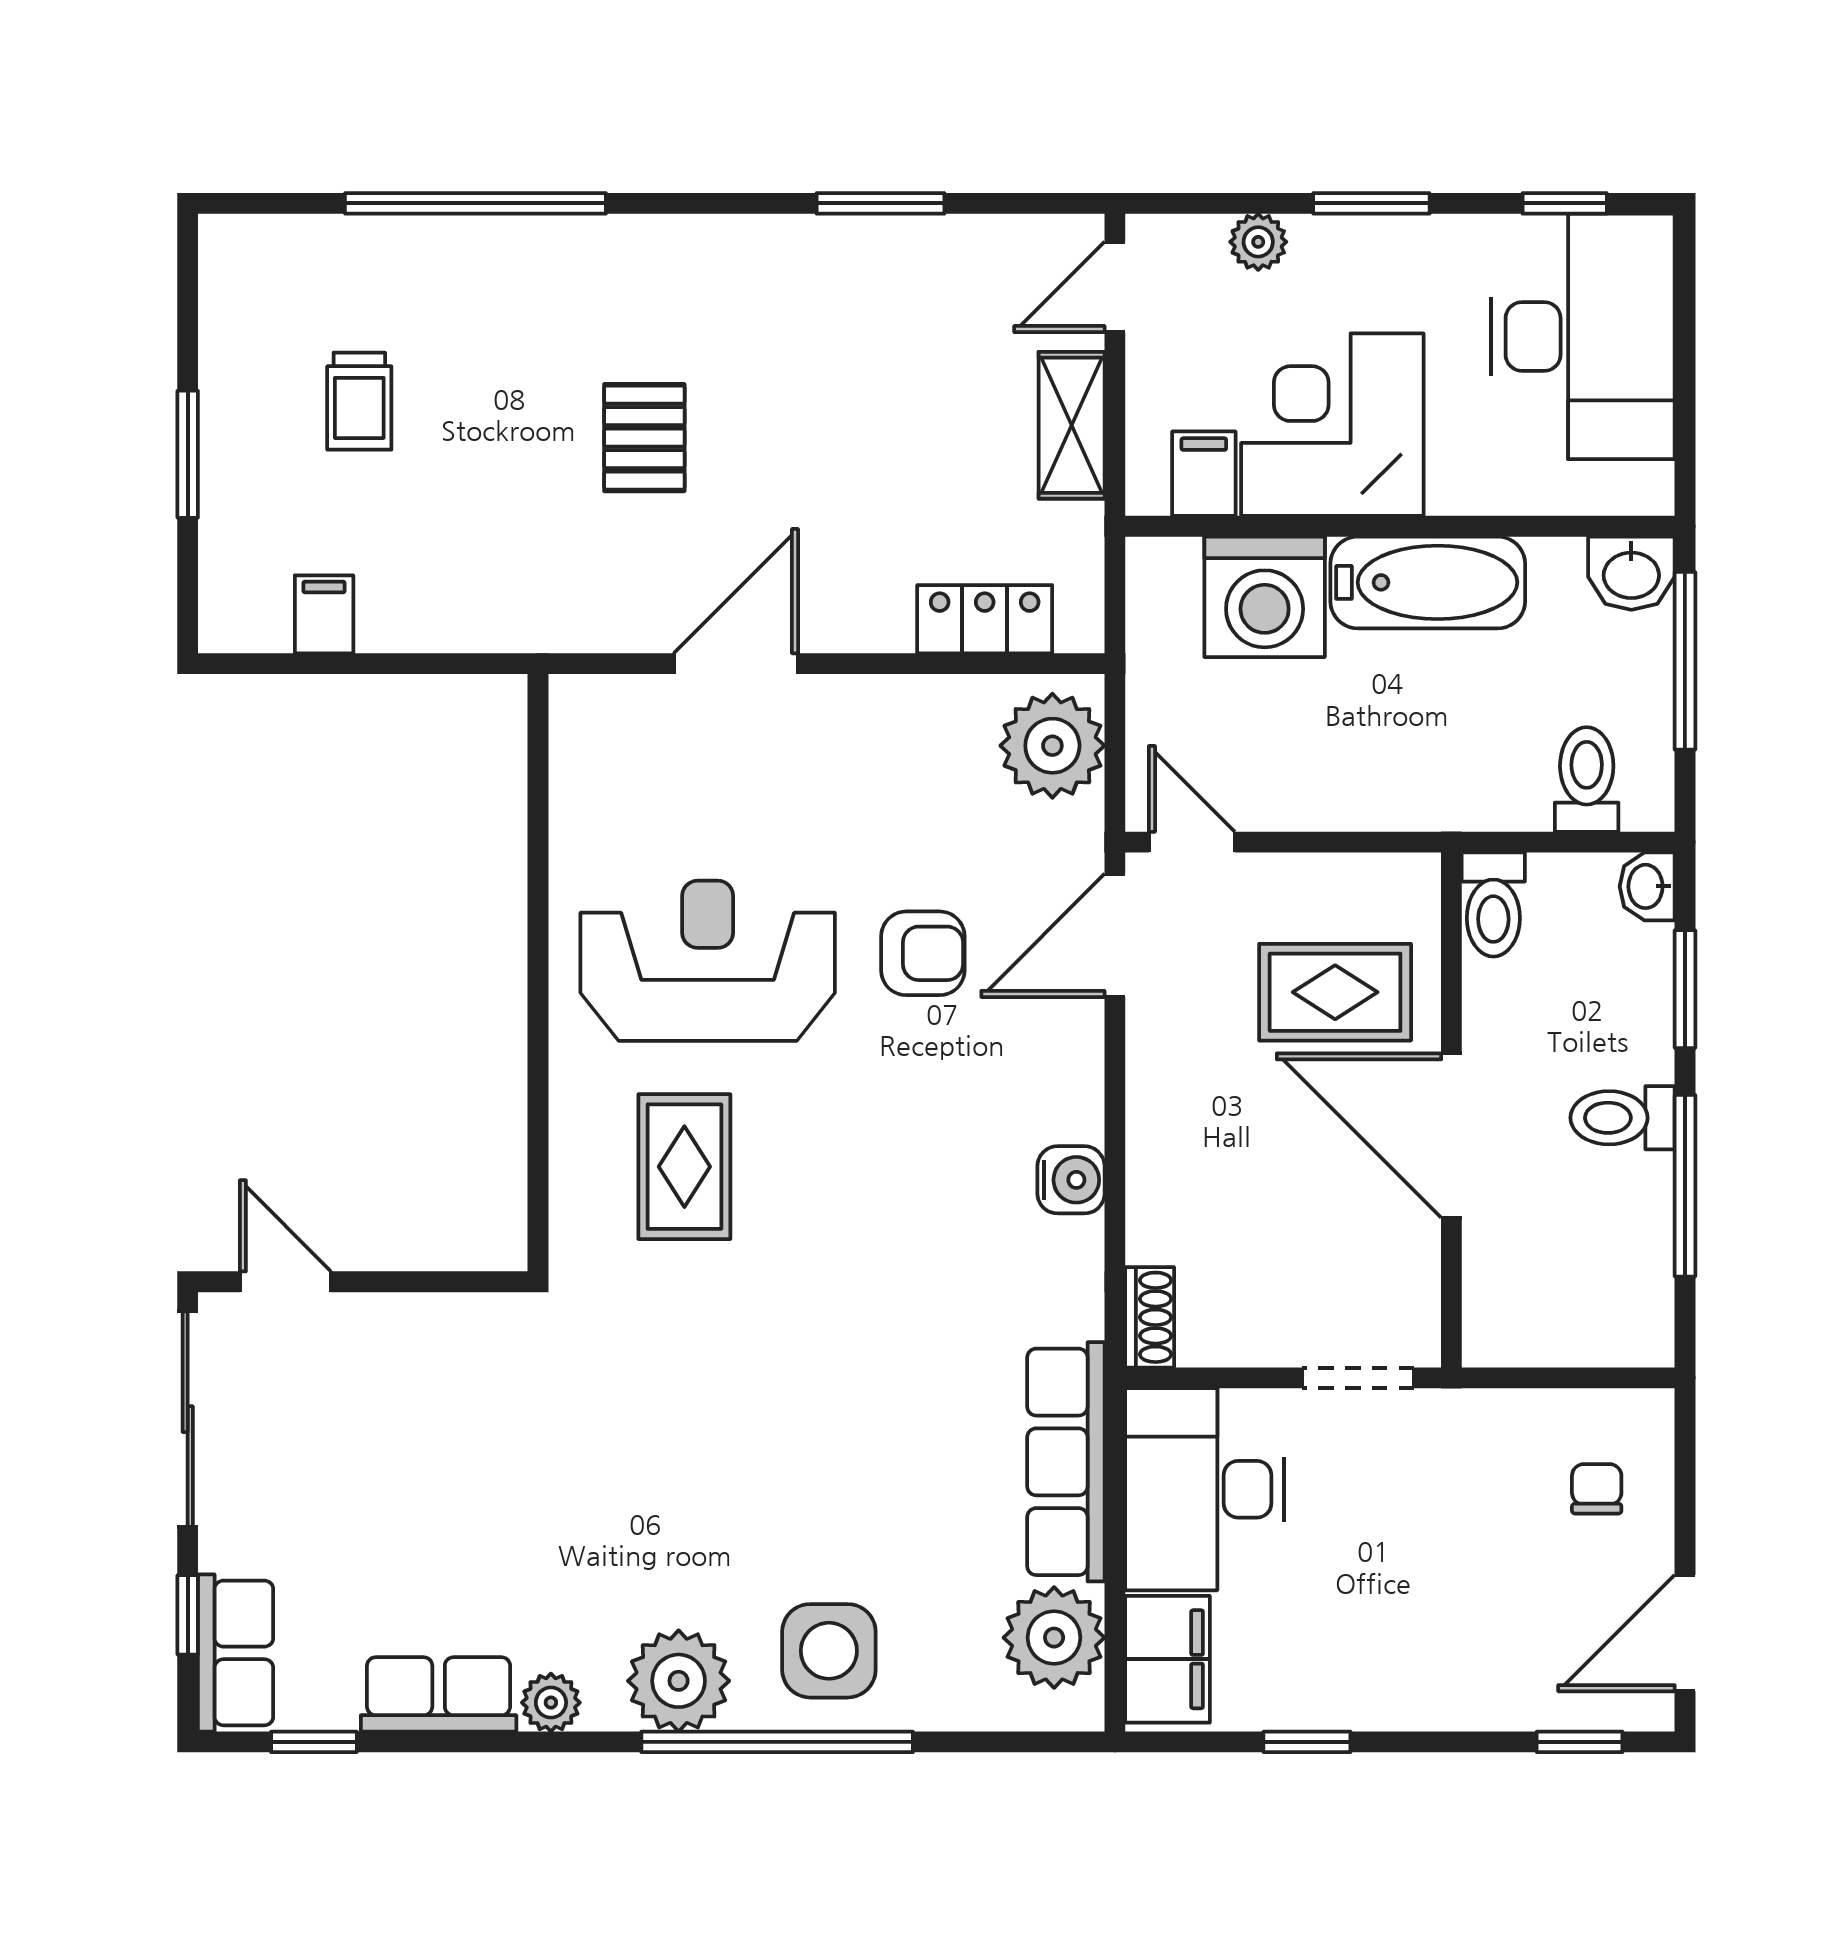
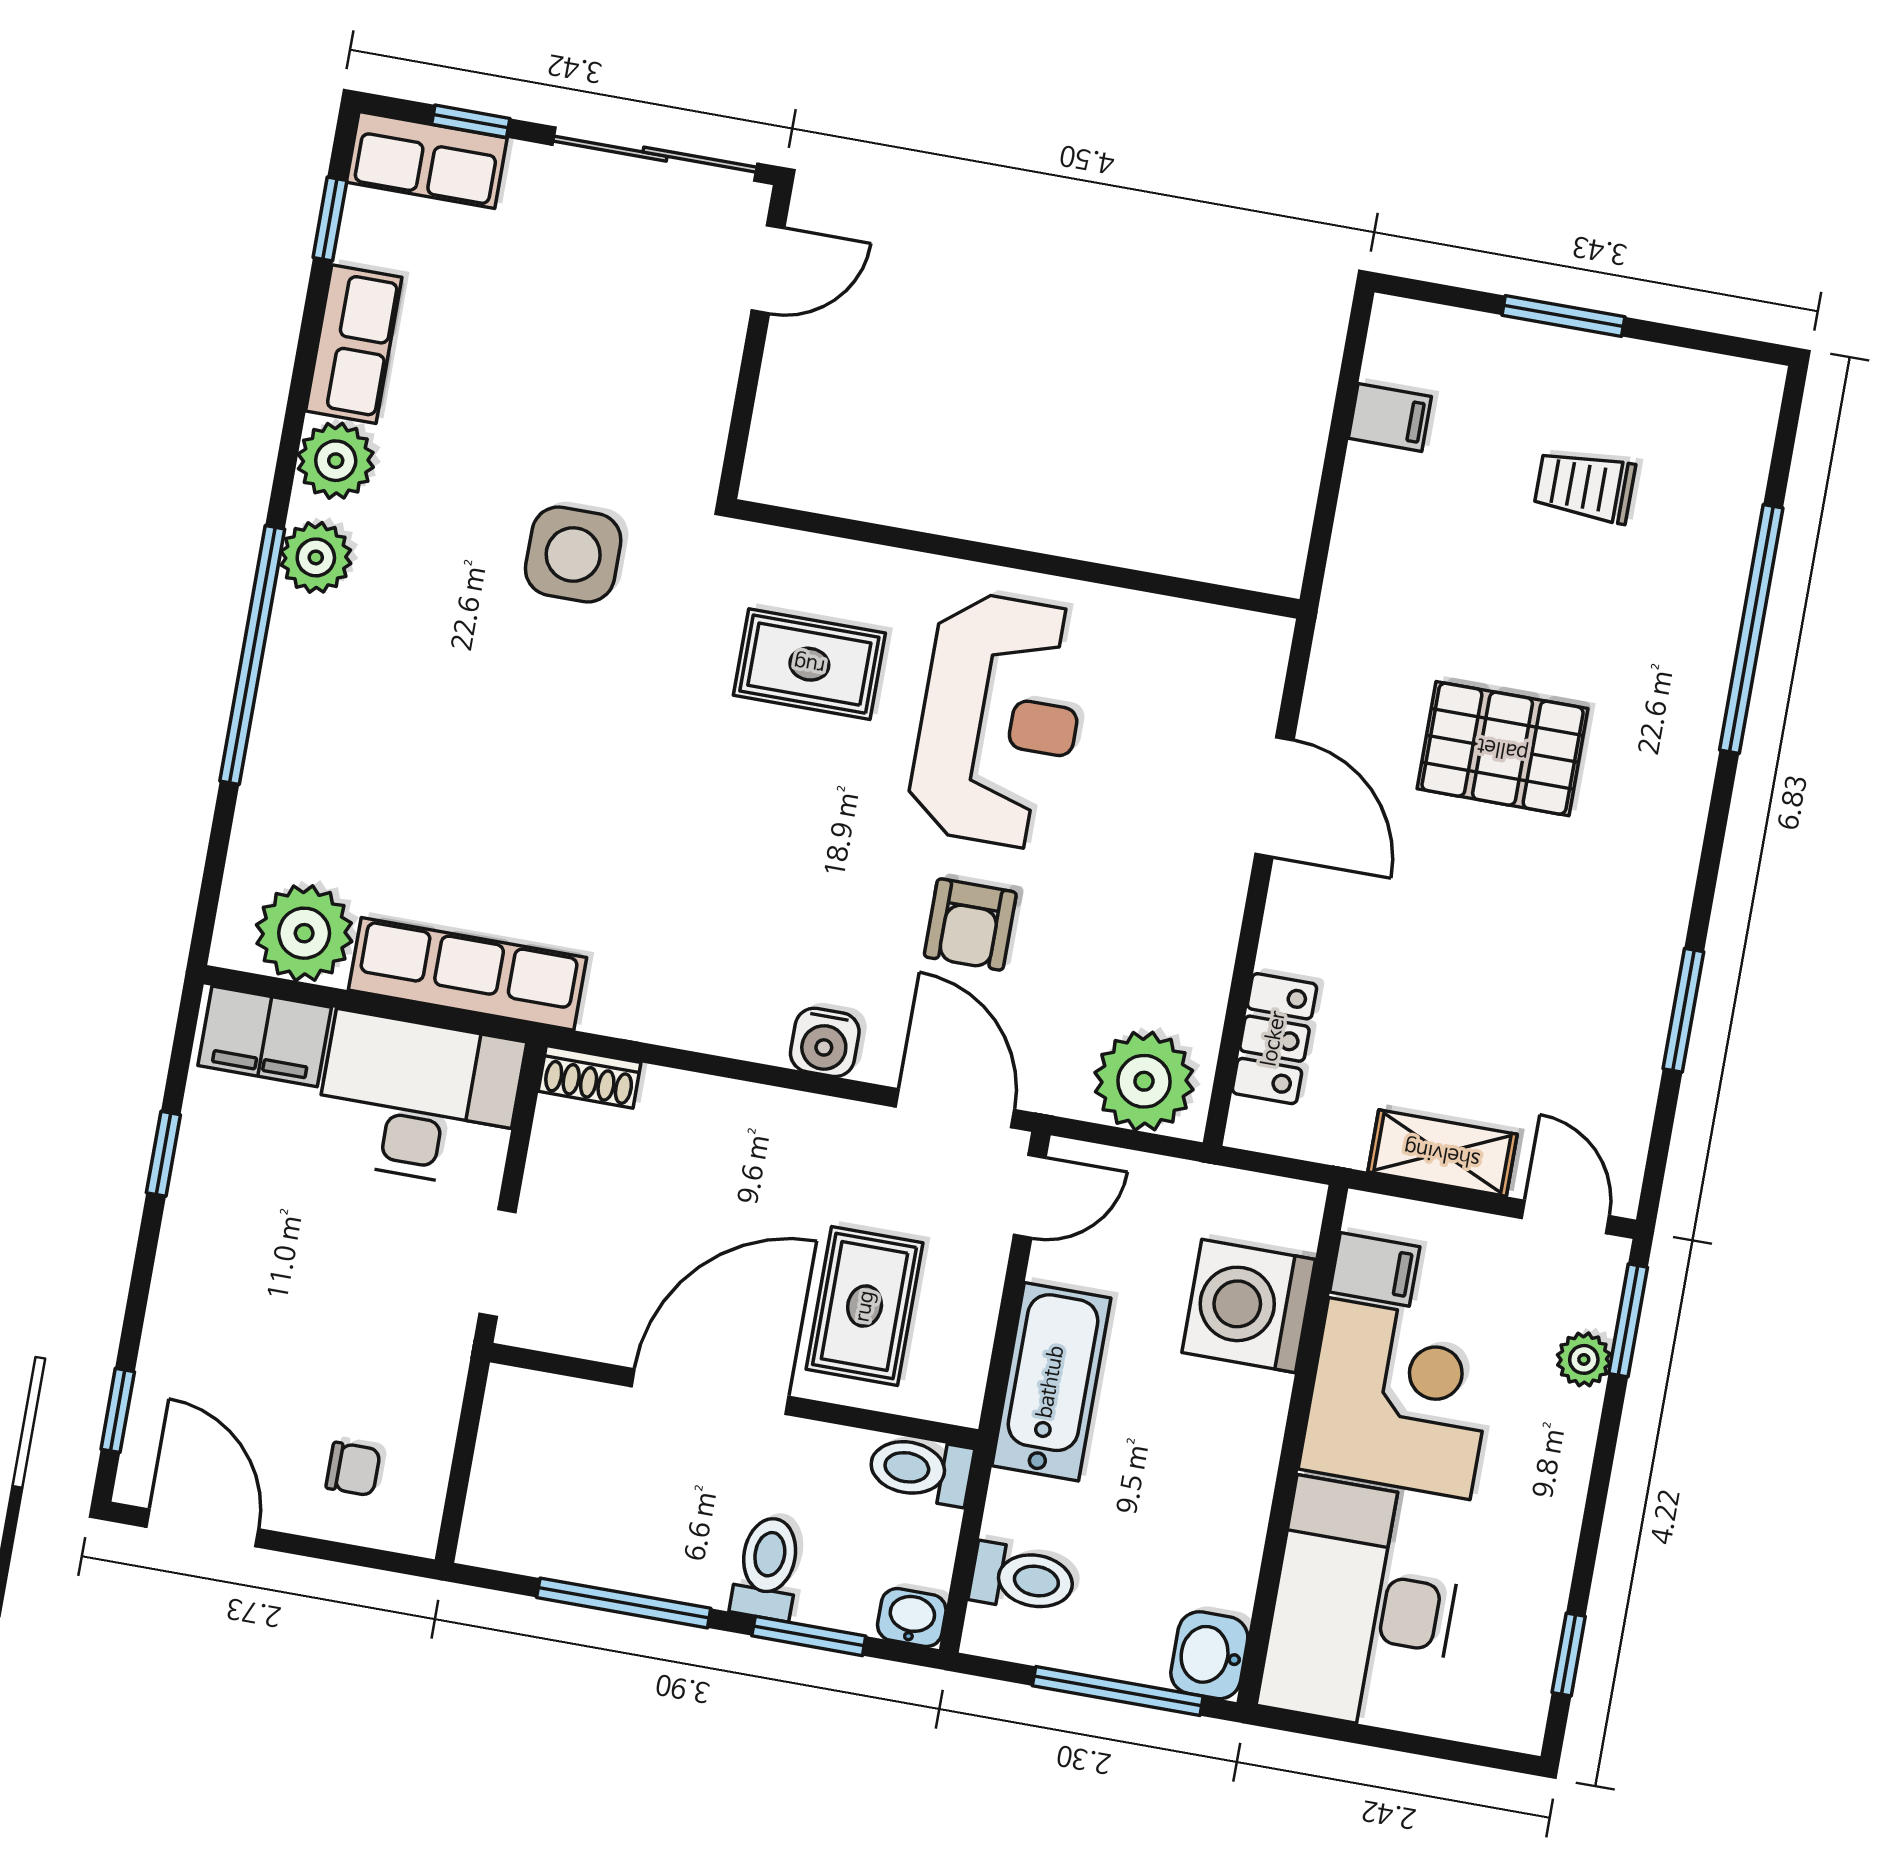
window: (1371, 203) -> (1628, 1320), moved
desk: (1583, 336) -> (1363, 1605), moved, turned 90
pallet: (644, 438) -> (1503, 749), width x1.50, depth x1.42
bathtub: (1428, 582) -> (1051, 1382), moved, turned 180
toilet: (1623, 1118) -> (767, 1568), moved
water cooler: (1071, 1180) -> (825, 1042), moved
side table: (829, 1651) -> (573, 554), moved
plant: (679, 1681) -> (316, 557), width x0.73, depth x0.73
plant: (551, 1703) -> (336, 461), width x1.38, depth x1.38

